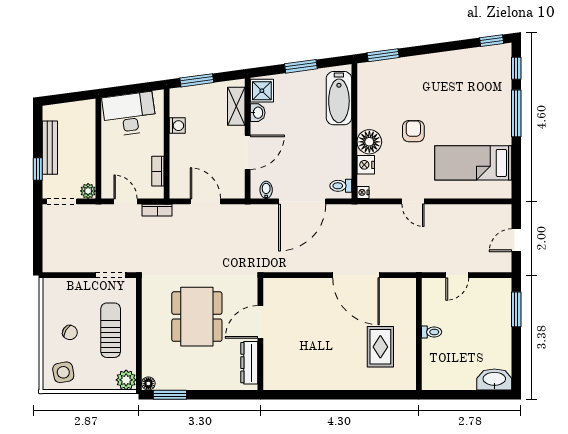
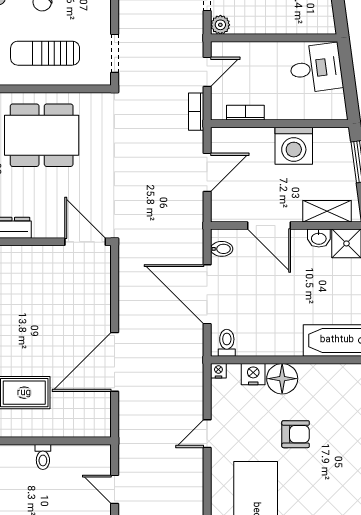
desk: (129, 114) -> (316, 68), width x0.73
washing machine: (177, 126) -> (294, 146), width x1.89, depth x1.89
dining table: (197, 317) -> (42, 135), moved
door: (260, 322) -> (85, 242), moved
sun lounger: (111, 330) -> (45, 53), turned 180

